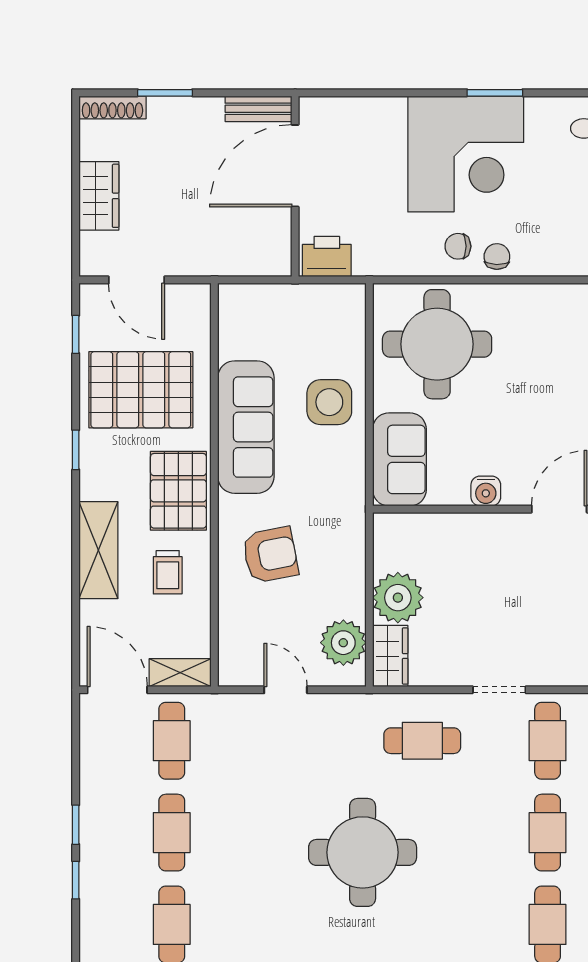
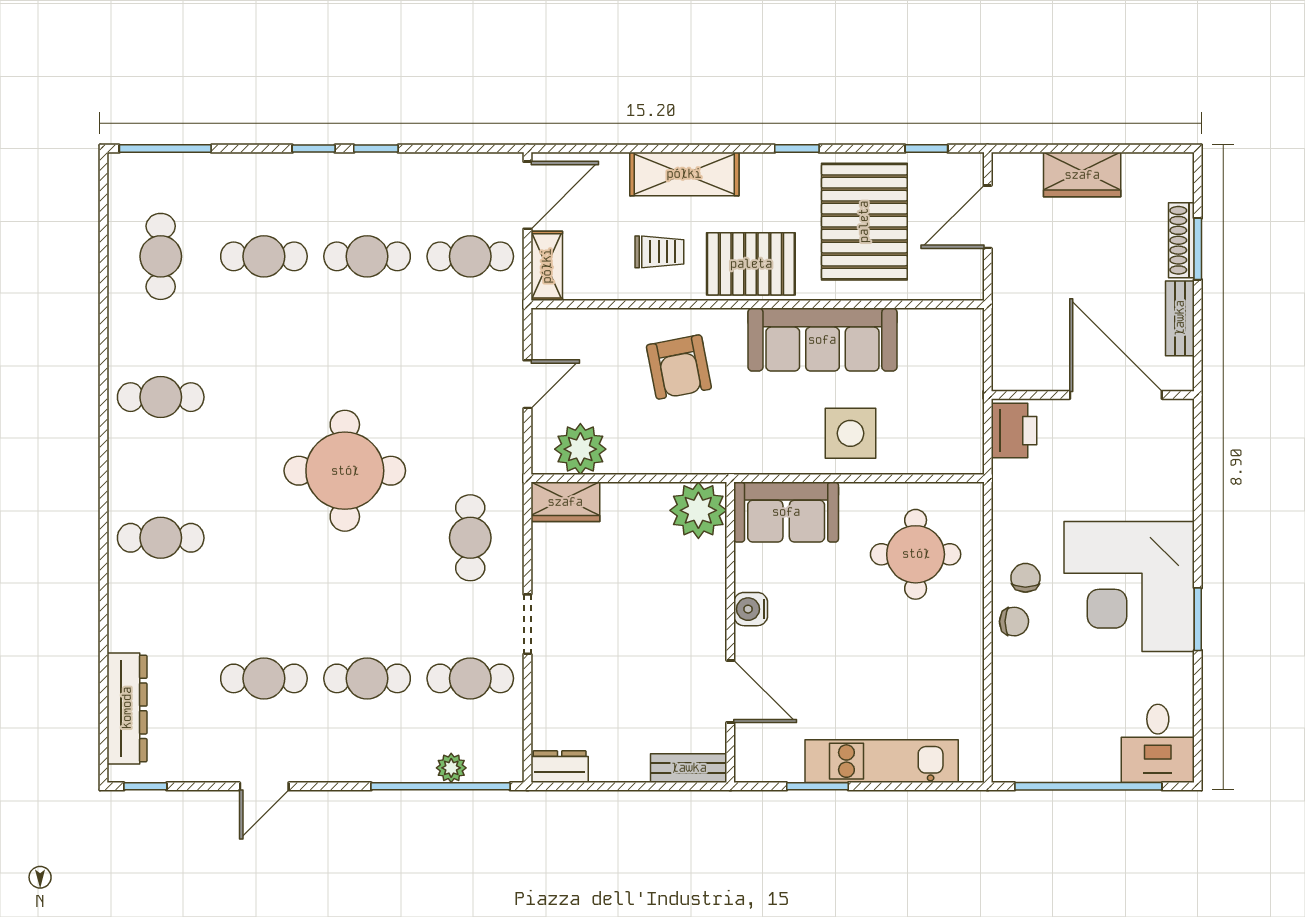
shoe rack: (112, 107) -> (1181, 240), moved
bench: (258, 109) -> (1180, 318), moved
round table: (437, 344) -> (916, 554), width x0.73, depth x0.73
trolley: (168, 572) -> (659, 252), turned 180
plant: (398, 598) -> (698, 510), moved

